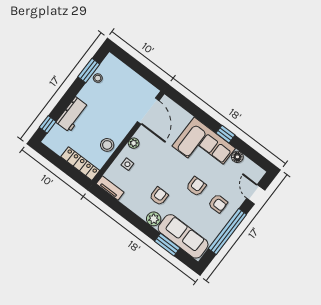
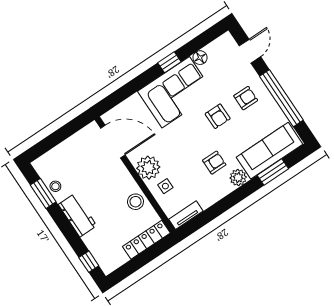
workbench: (72, 114) -> (77, 215), moved
plant: (134, 143) -> (148, 168), width x1.88, depth x1.88
armchair: (196, 186) -> (218, 116), turned 180
door: (256, 194) -> (250, 51), swing flipped
armchair: (159, 196) -> (214, 163), turned 90

